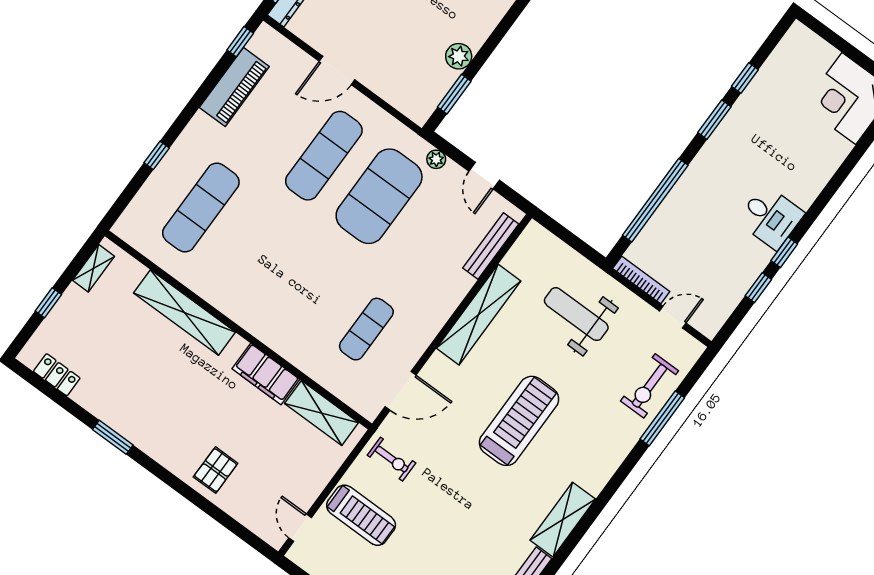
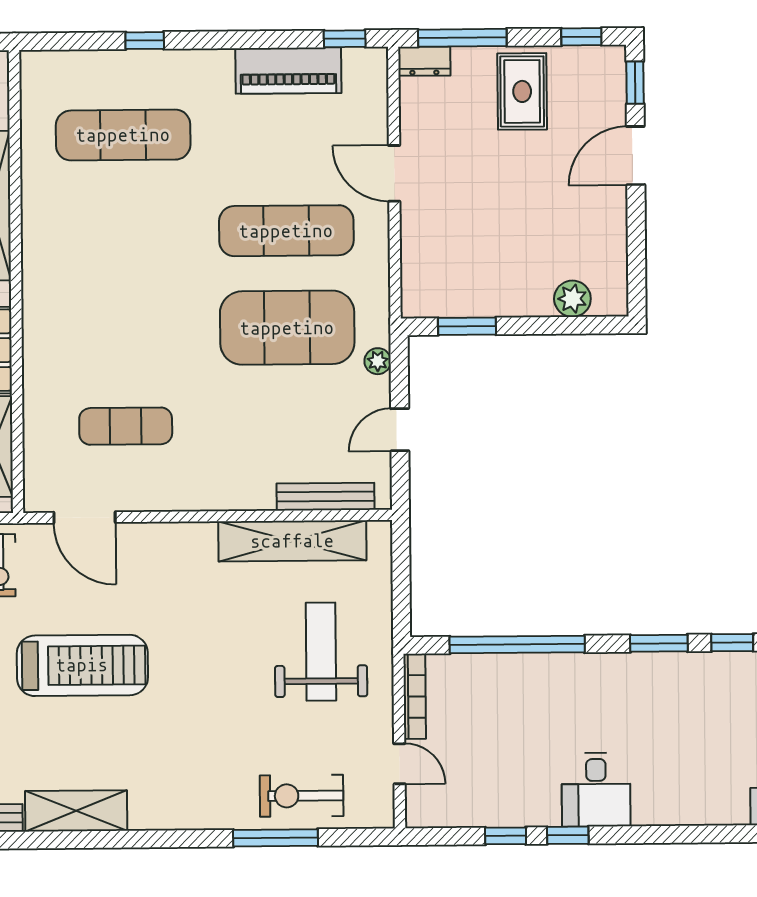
plant: (459, 56) -> (572, 299), moved
shelving: (479, 315) -> (292, 541), moved
treadmill: (519, 421) -> (82, 665), moved

